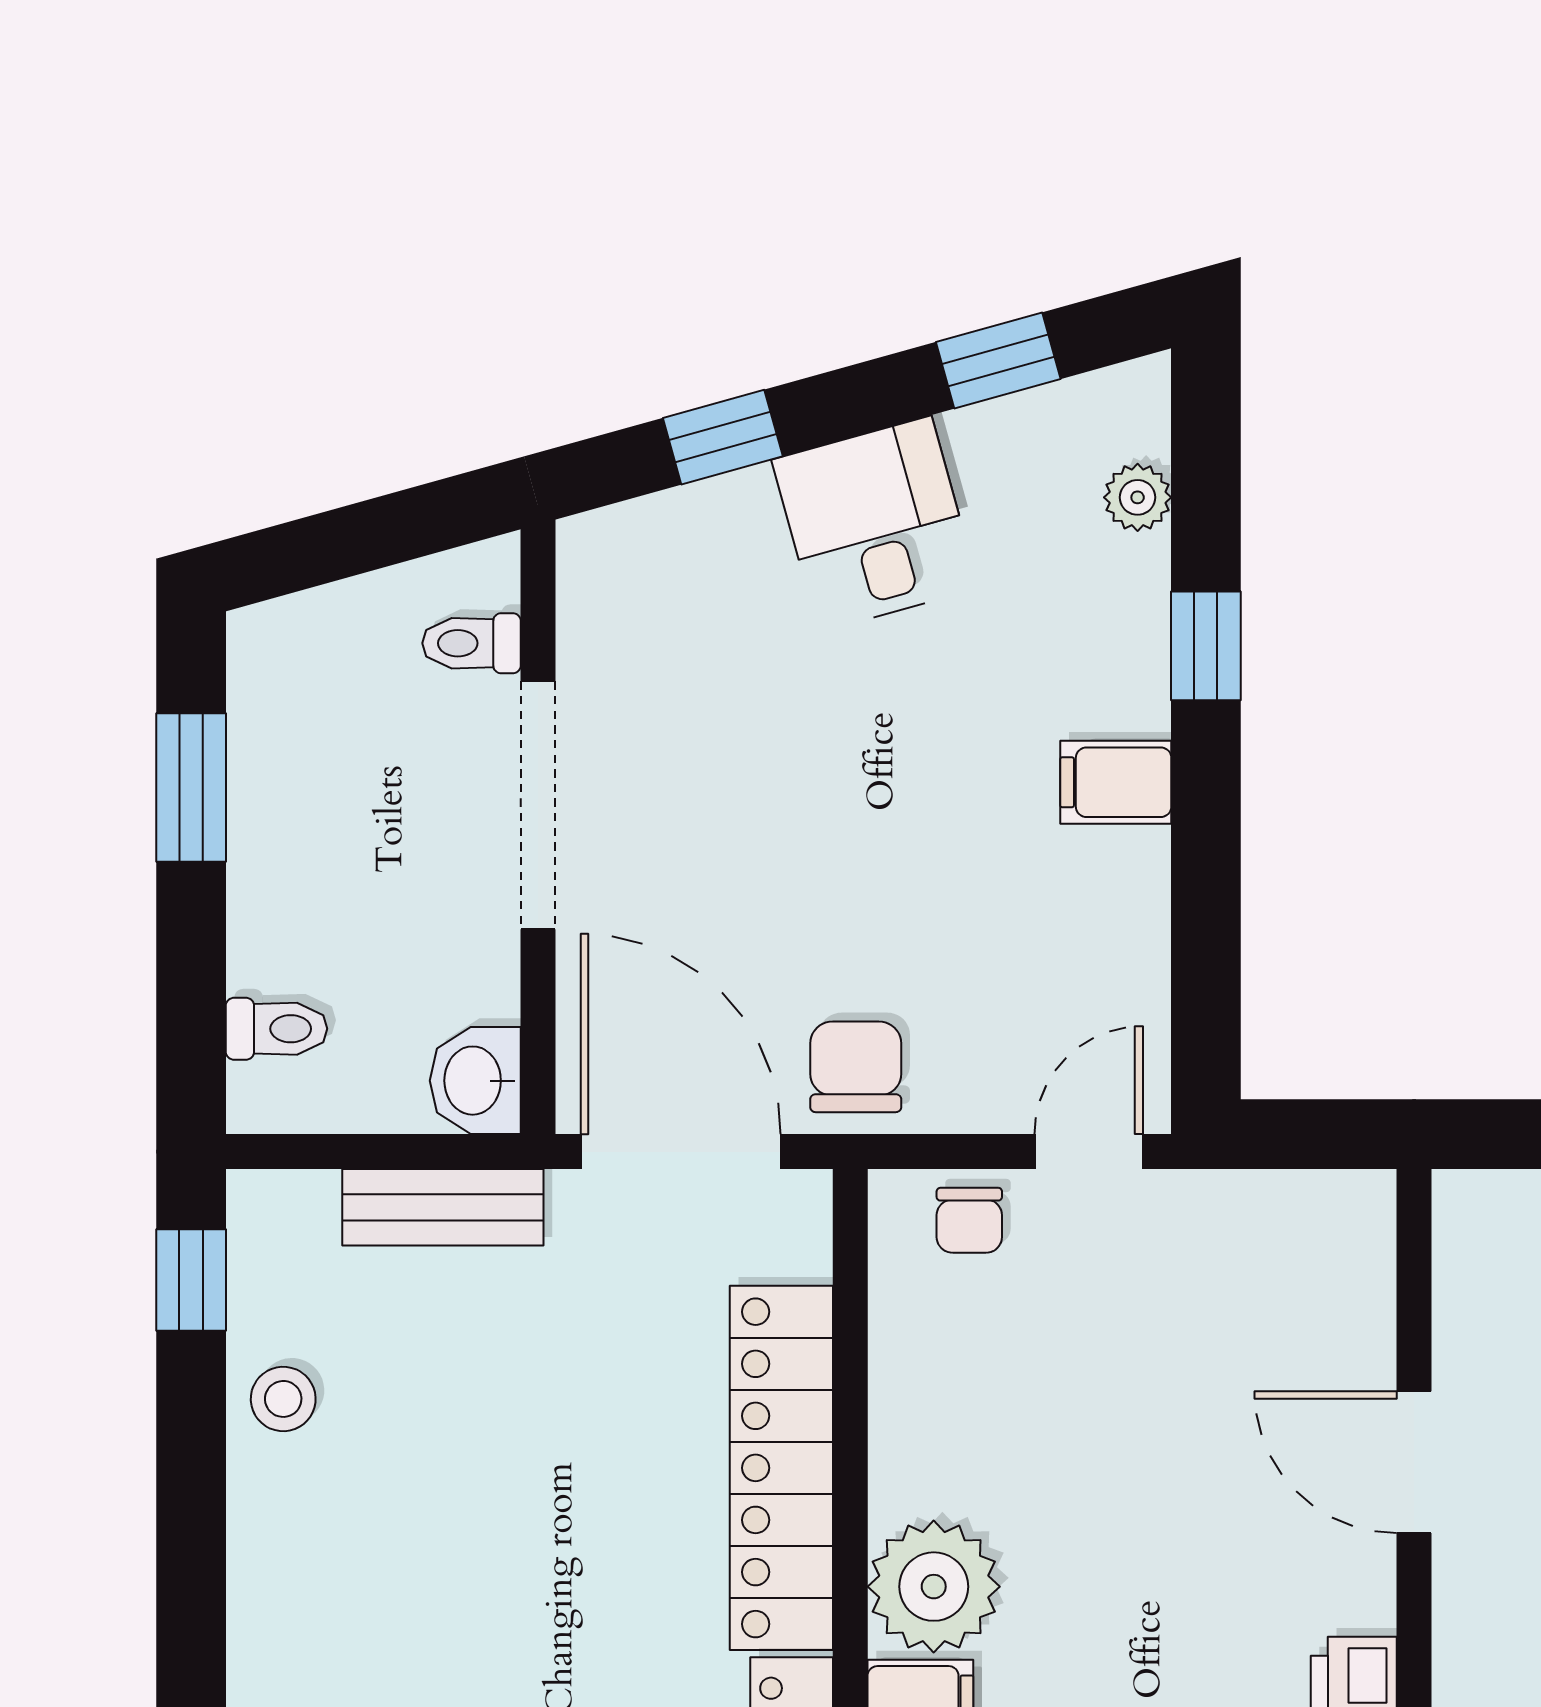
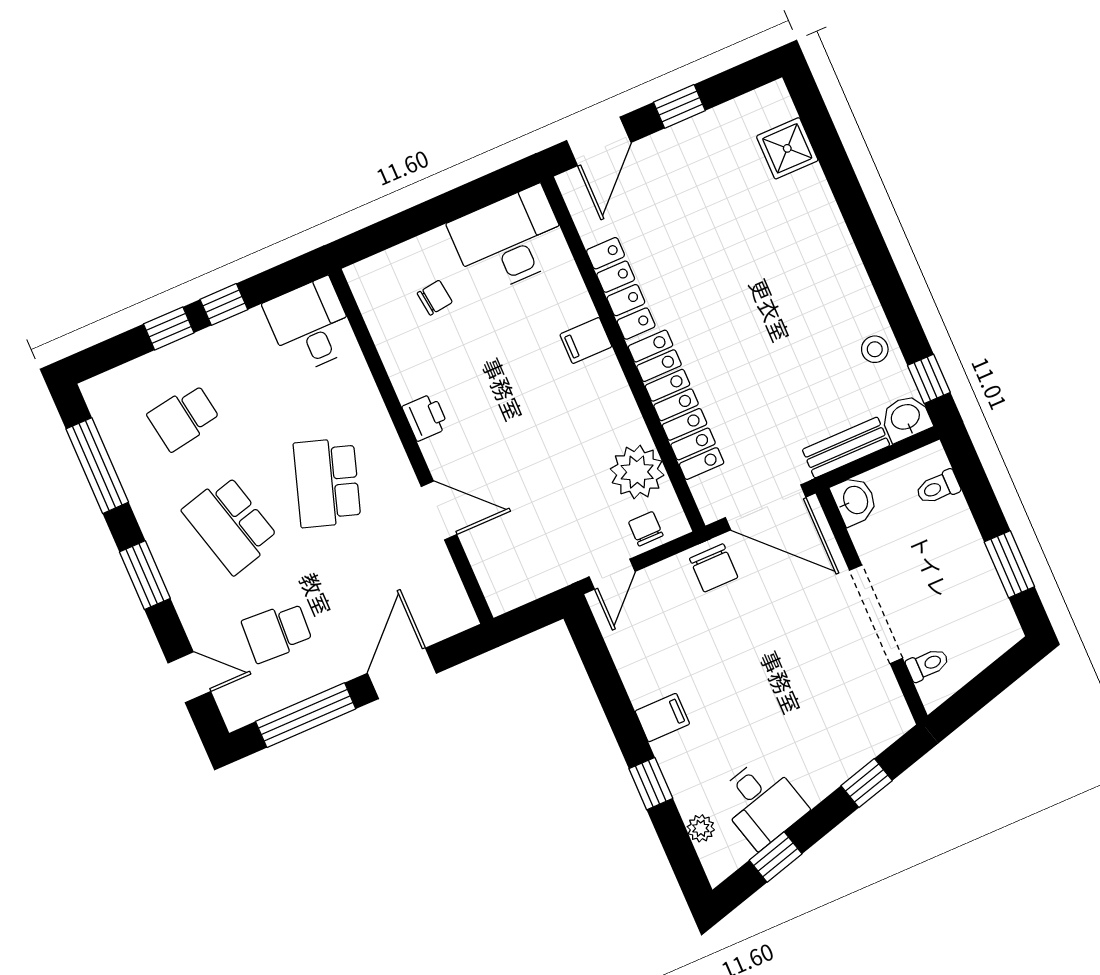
desk: (875, 524) -> (762, 803), moved
washbasin: (281, 1215) -> (906, 418), added
plant: (934, 1587) -> (637, 472), moved

